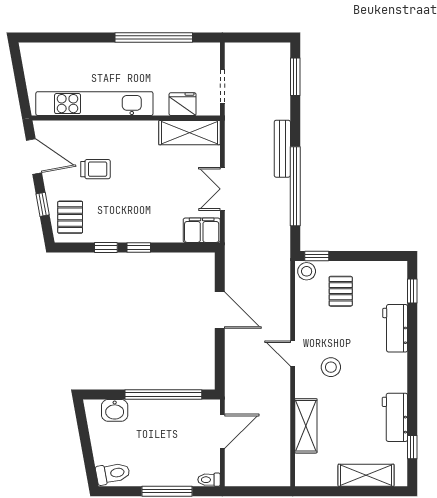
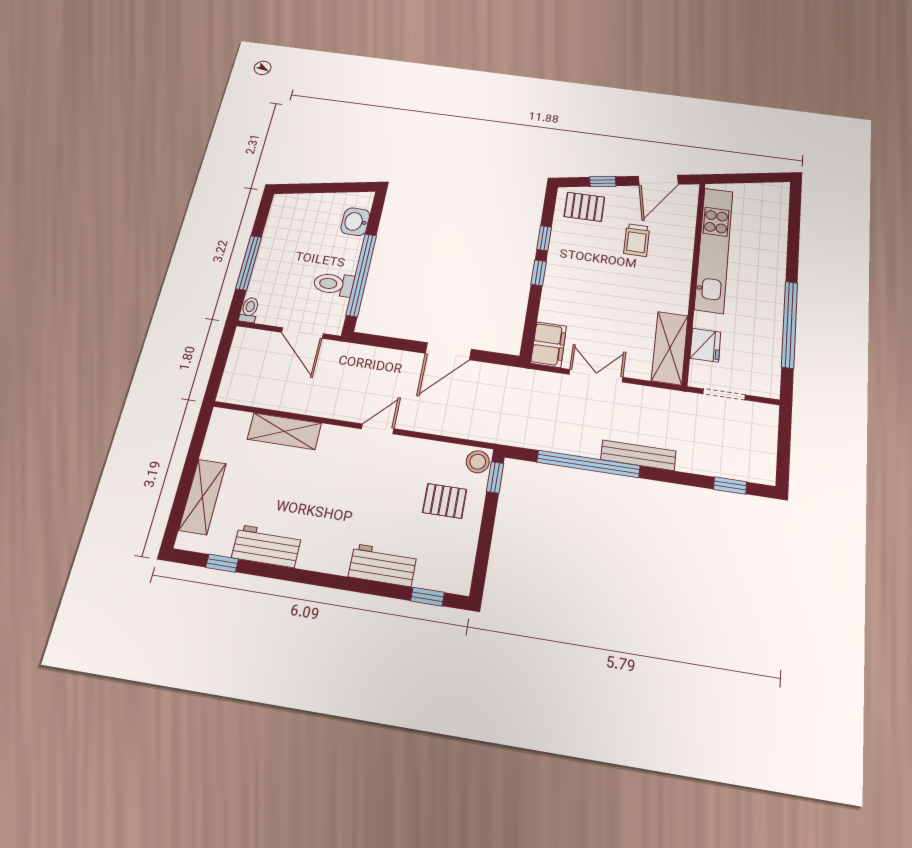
window: (295, 77) -> (730, 486), width x0.67
stool: (331, 367) -> (350, 473), removed
toilet: (113, 473) -> (334, 284), moved, turned 100

